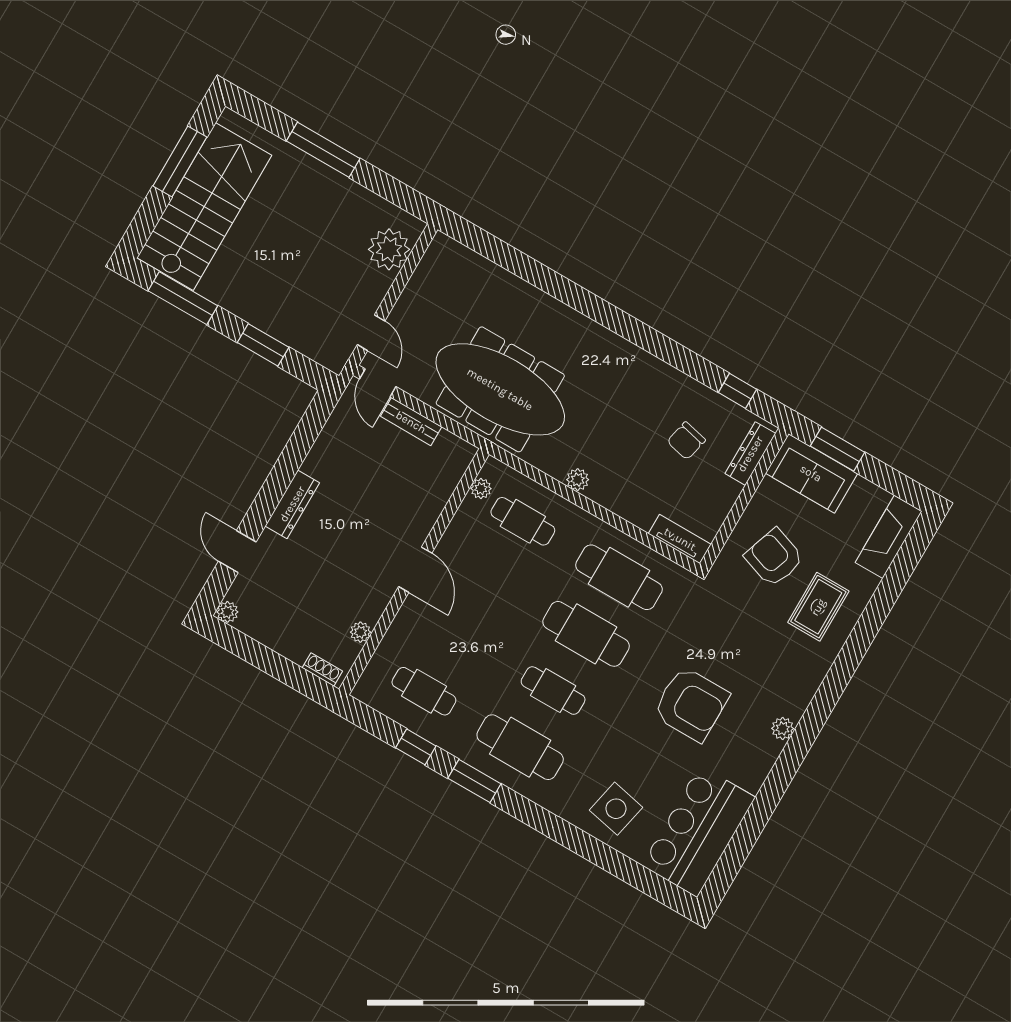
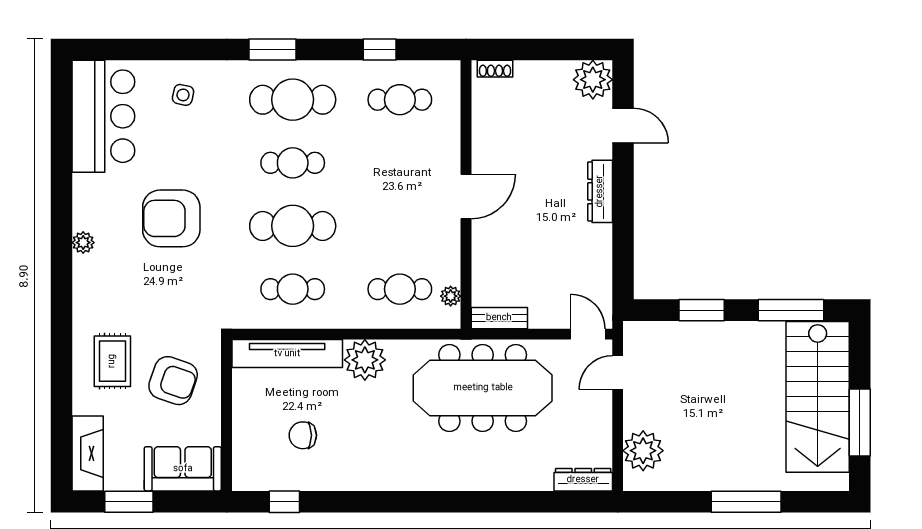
door: (371, 333) -> (618, 373), hinge flipped
bench: (411, 422) -> (499, 318), moved
chair: (686, 441) -> (303, 435), turned -103
window: (838, 449) -> (129, 502), moved
dresser: (750, 454) -> (583, 480), moved, turned -90
plant: (578, 480) -> (365, 360), width x1.87, depth x1.87
tv unit: (680, 539) -> (287, 354), width x1.92, depth x1.29
door: (415, 570) -> (466, 197), swing flipped
cafe table: (619, 577) -> (293, 289), width x0.73, depth x0.74
plant: (227, 612) -> (593, 80), width x1.88, depth x1.88
plant: (360, 632) -> (481, 118), removed
window: (474, 781) -> (273, 49), moved
side table: (616, 809) -> (183, 95), width x0.54, depth x0.54

